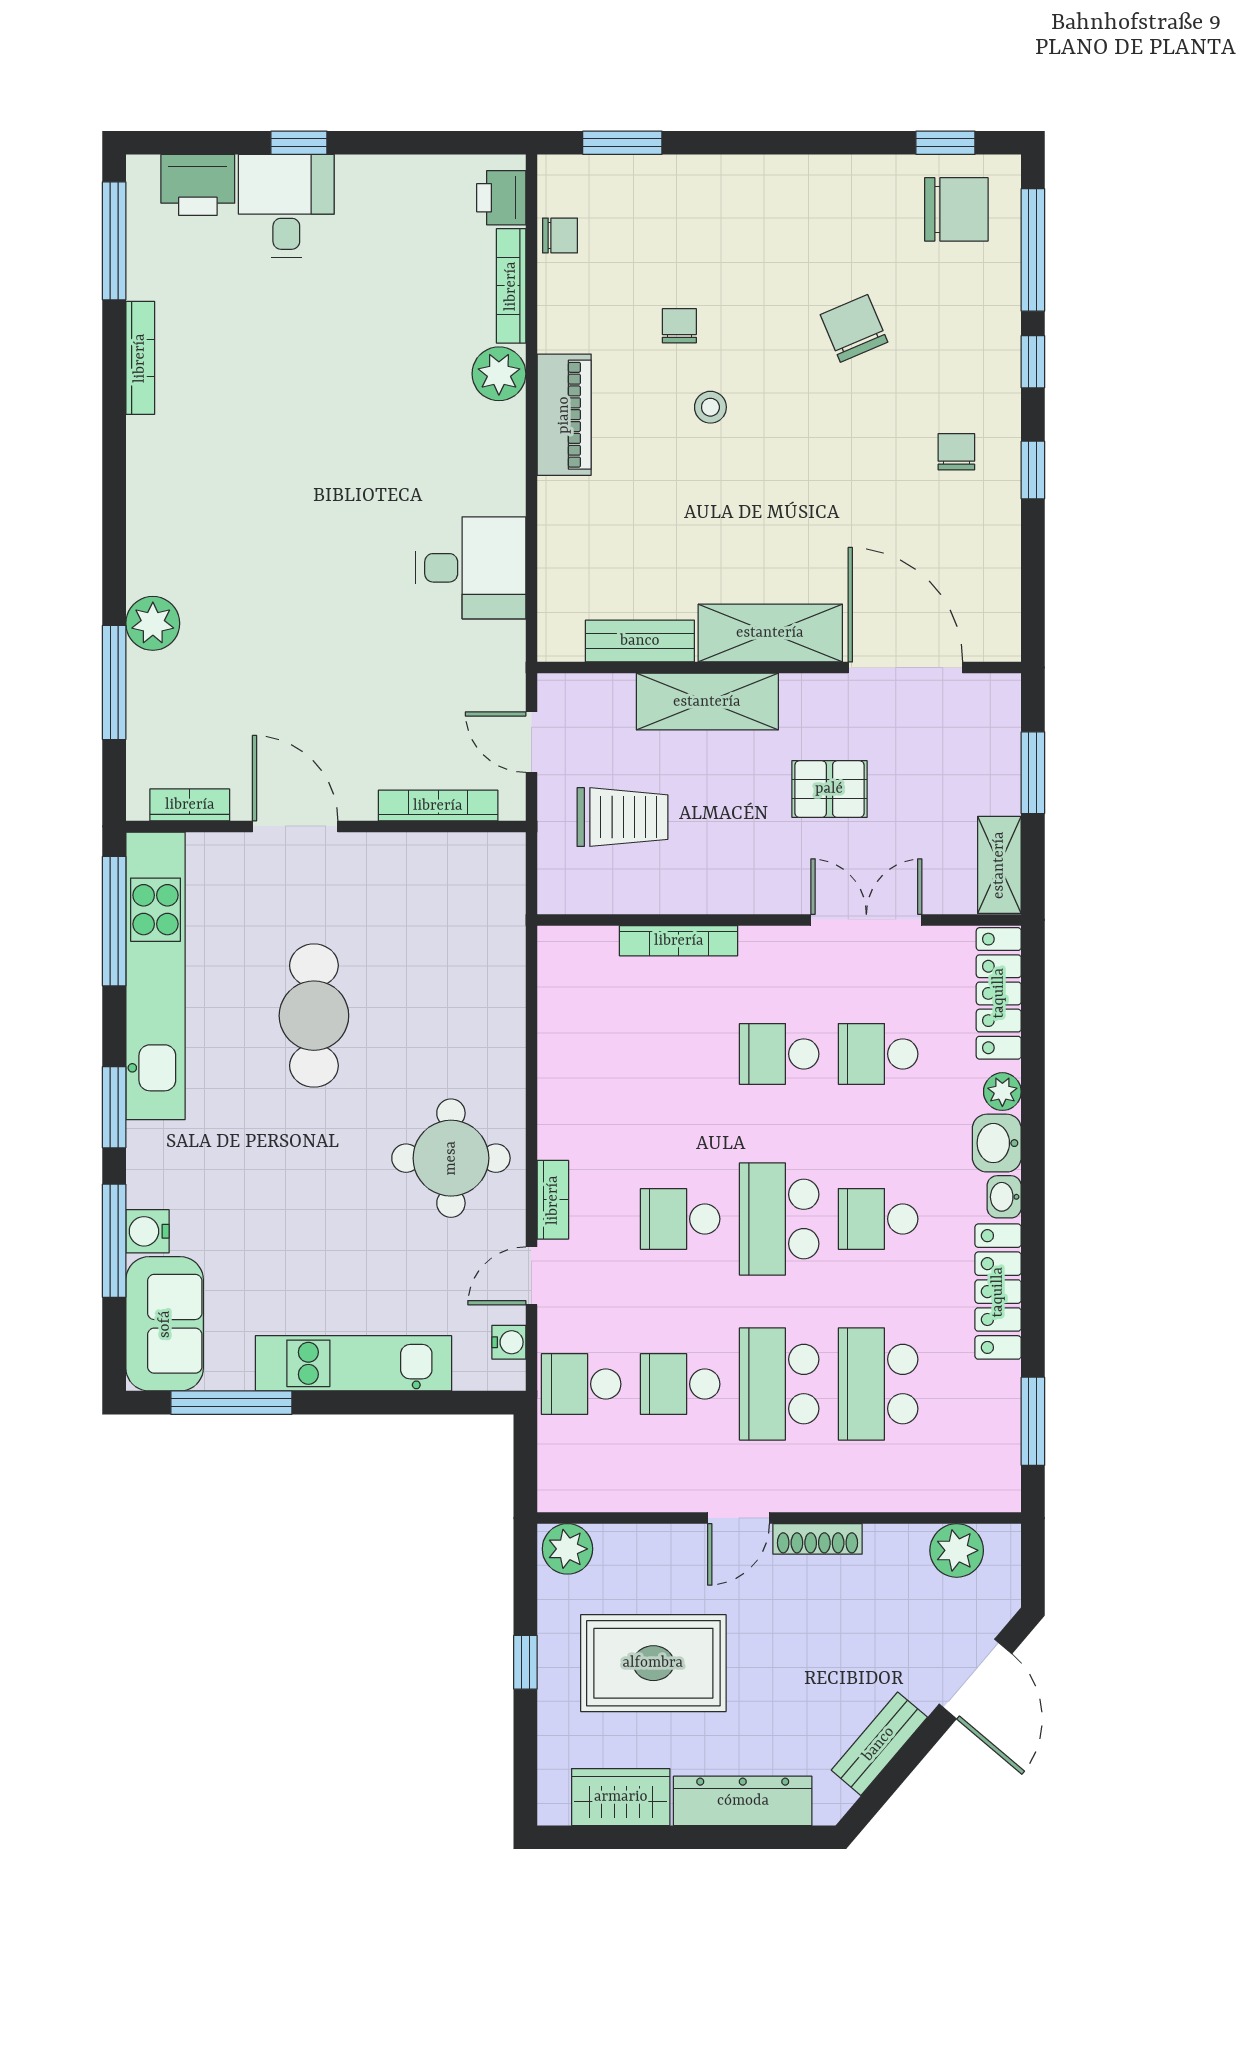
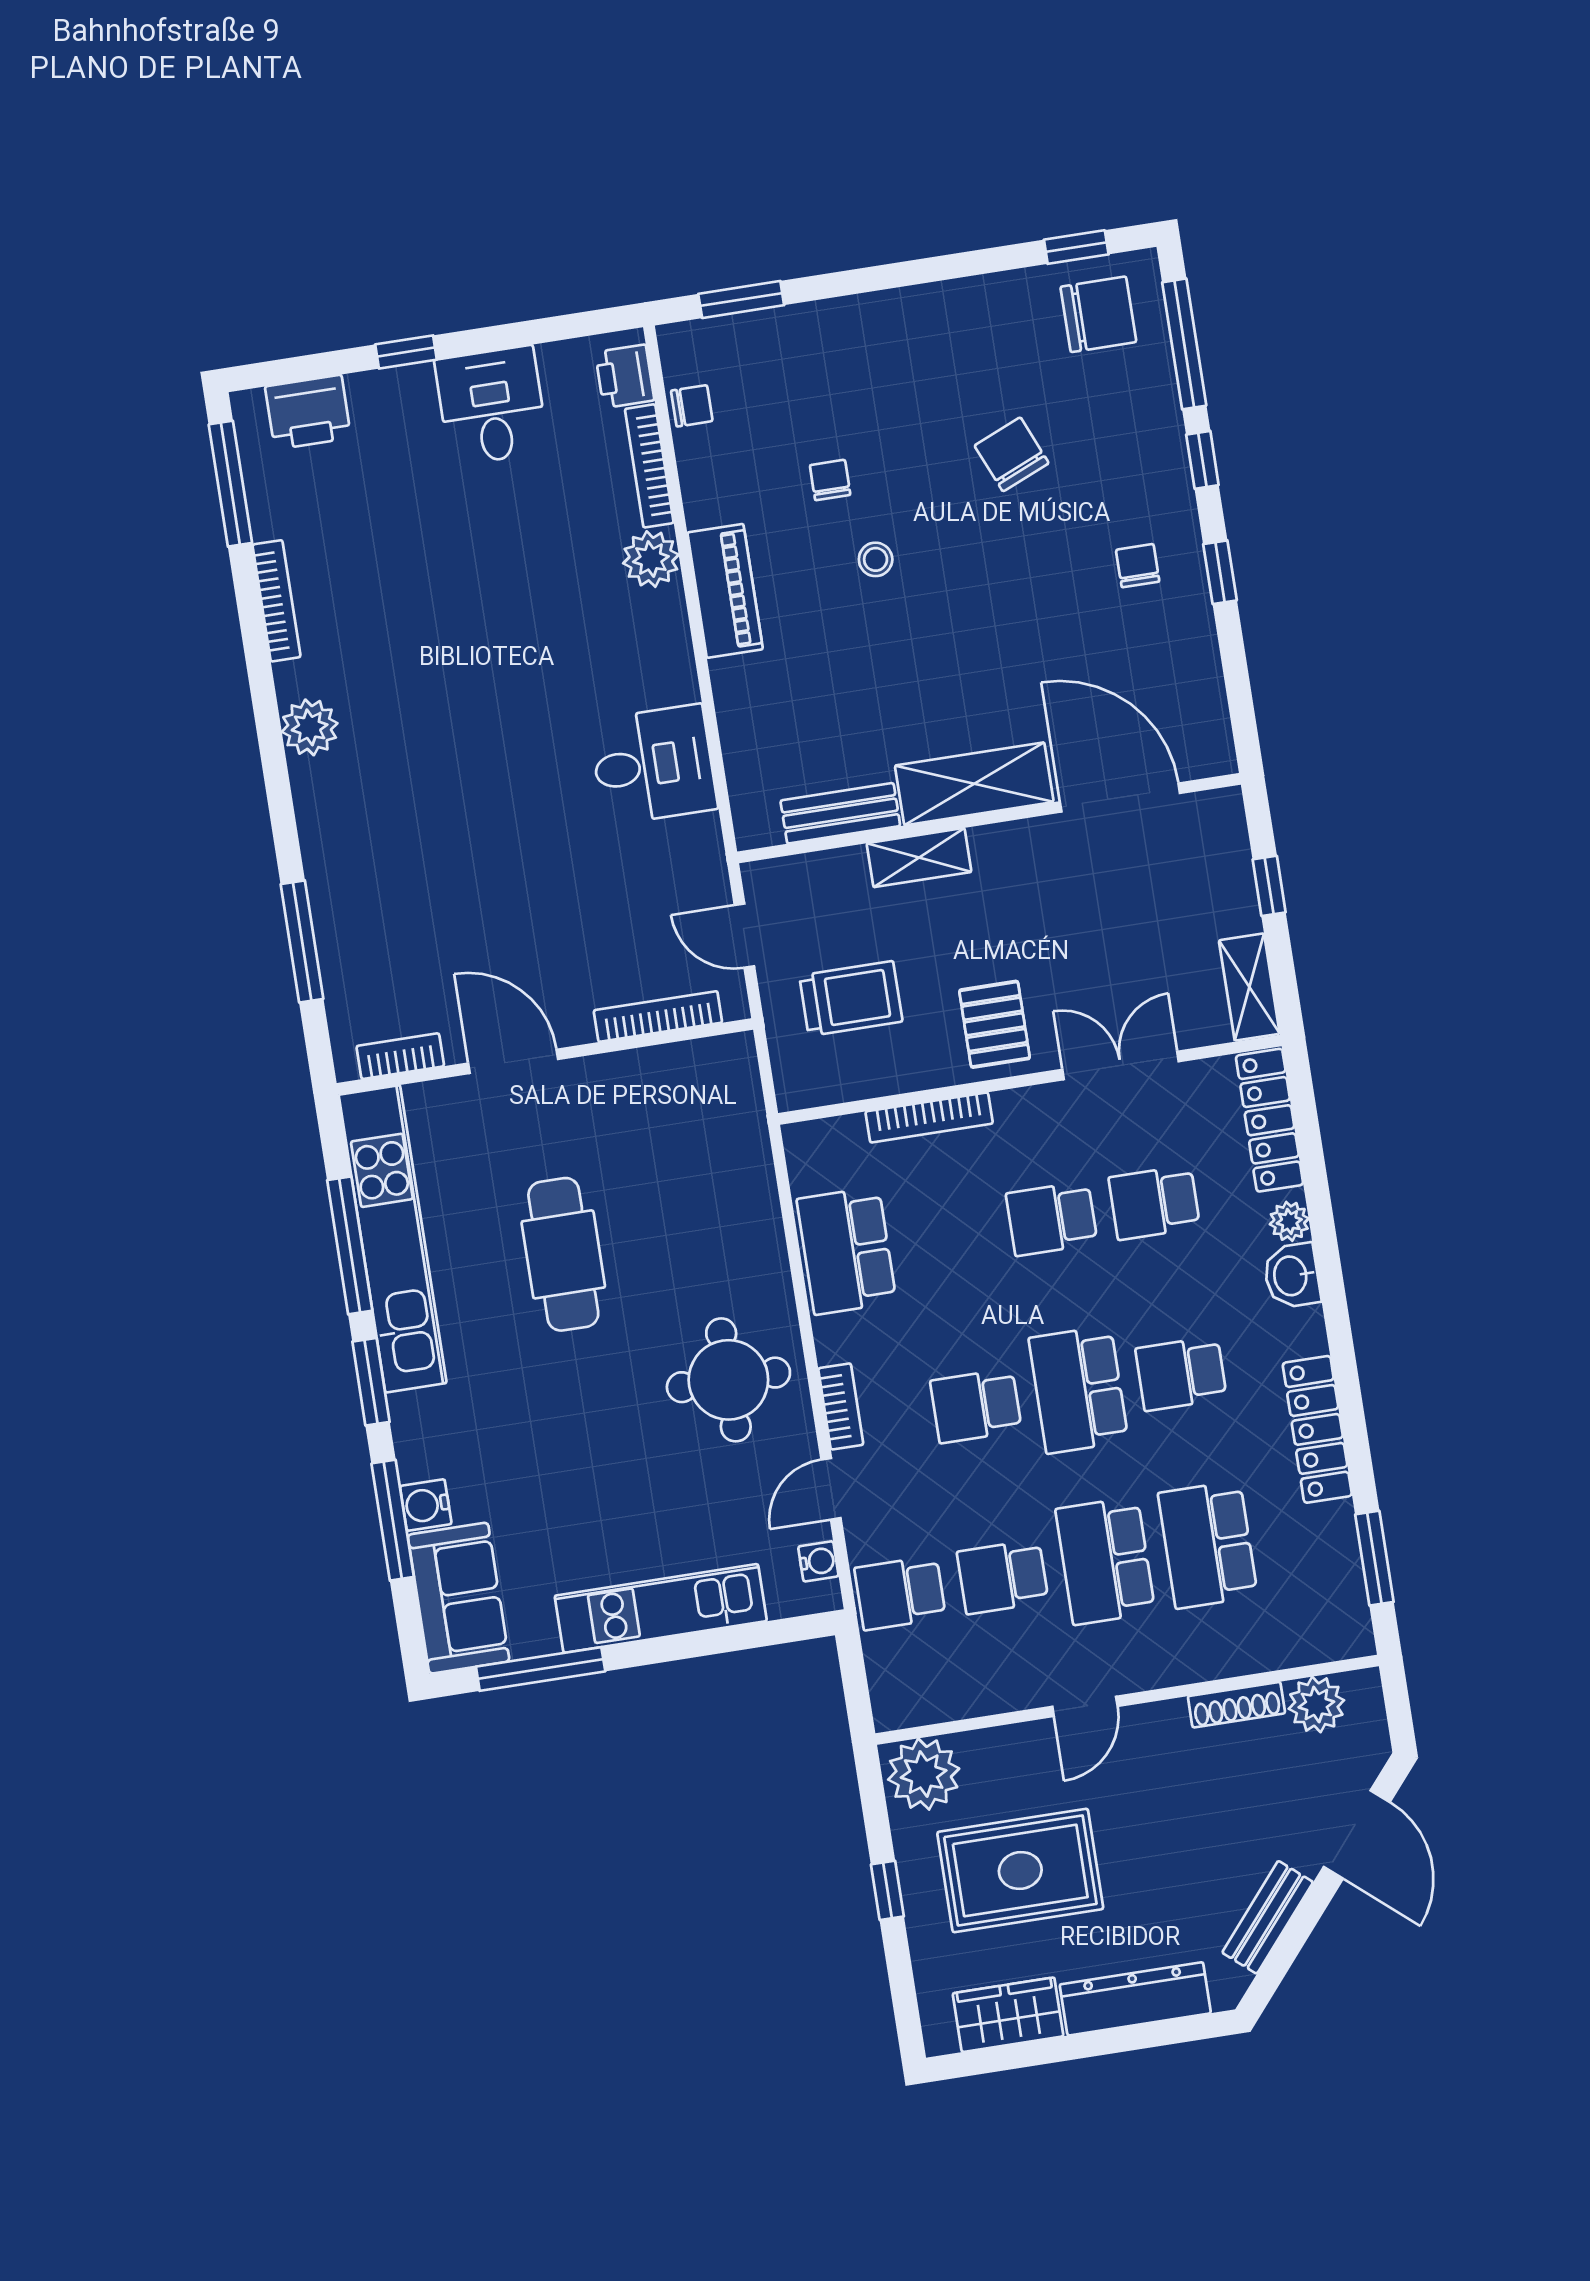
desk: (286, 206) -> (492, 406), moved
plant: (153, 623) -> (310, 727), moved
shelving: (707, 702) -> (919, 858), width x0.67, depth x0.75
window: (1033, 773) -> (1269, 886), width x0.67
pallet: (829, 789) -> (995, 1024), moved, turned 90
window: (114, 921) -> (350, 1245), moved
school desk: (581, 1054) -> (847, 1251), added
washbasin: (1004, 1197) -> (1308, 1330), removed
shoe rack: (817, 1539) -> (1236, 1705), moved
plant: (567, 1549) -> (924, 1774), width x1.36, depth x1.36

